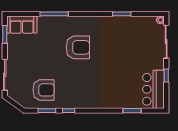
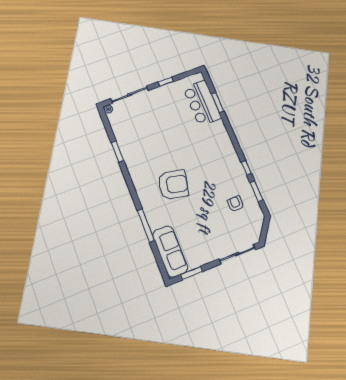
sofa: (22, 25) -> (170, 251), width x1.36
armchair: (78, 47) -> (173, 185), turned 102
bar counter: (153, 89) -> (202, 103), moved, turned 90
armchair: (44, 90) -> (236, 204), width x0.53, depth x0.53

